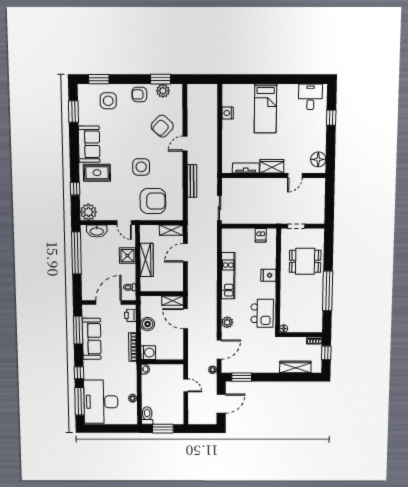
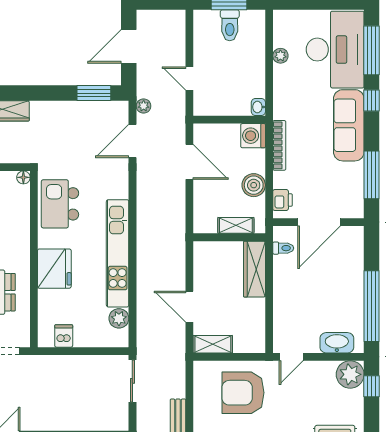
window: (75, 189) -> (372, 386), moved
door: (124, 223) -> (291, 357), swing flipped
door: (185, 253) -> (189, 307), swing flipped
shower: (127, 256) -> (286, 302), removed
wardrobe: (146, 260) -> (254, 269), moved
fridge: (268, 275) -> (54, 269), width x1.88, depth x1.34
kitchen unit: (228, 276) -> (118, 253), width x1.36
shelving: (173, 301) -> (236, 225), moved
door: (186, 319) -> (189, 162), moved
plant: (227, 322) -> (119, 318), moved
sofa: (92, 339) -> (349, 125), moved
toilet: (147, 416) -> (230, 25), moved

